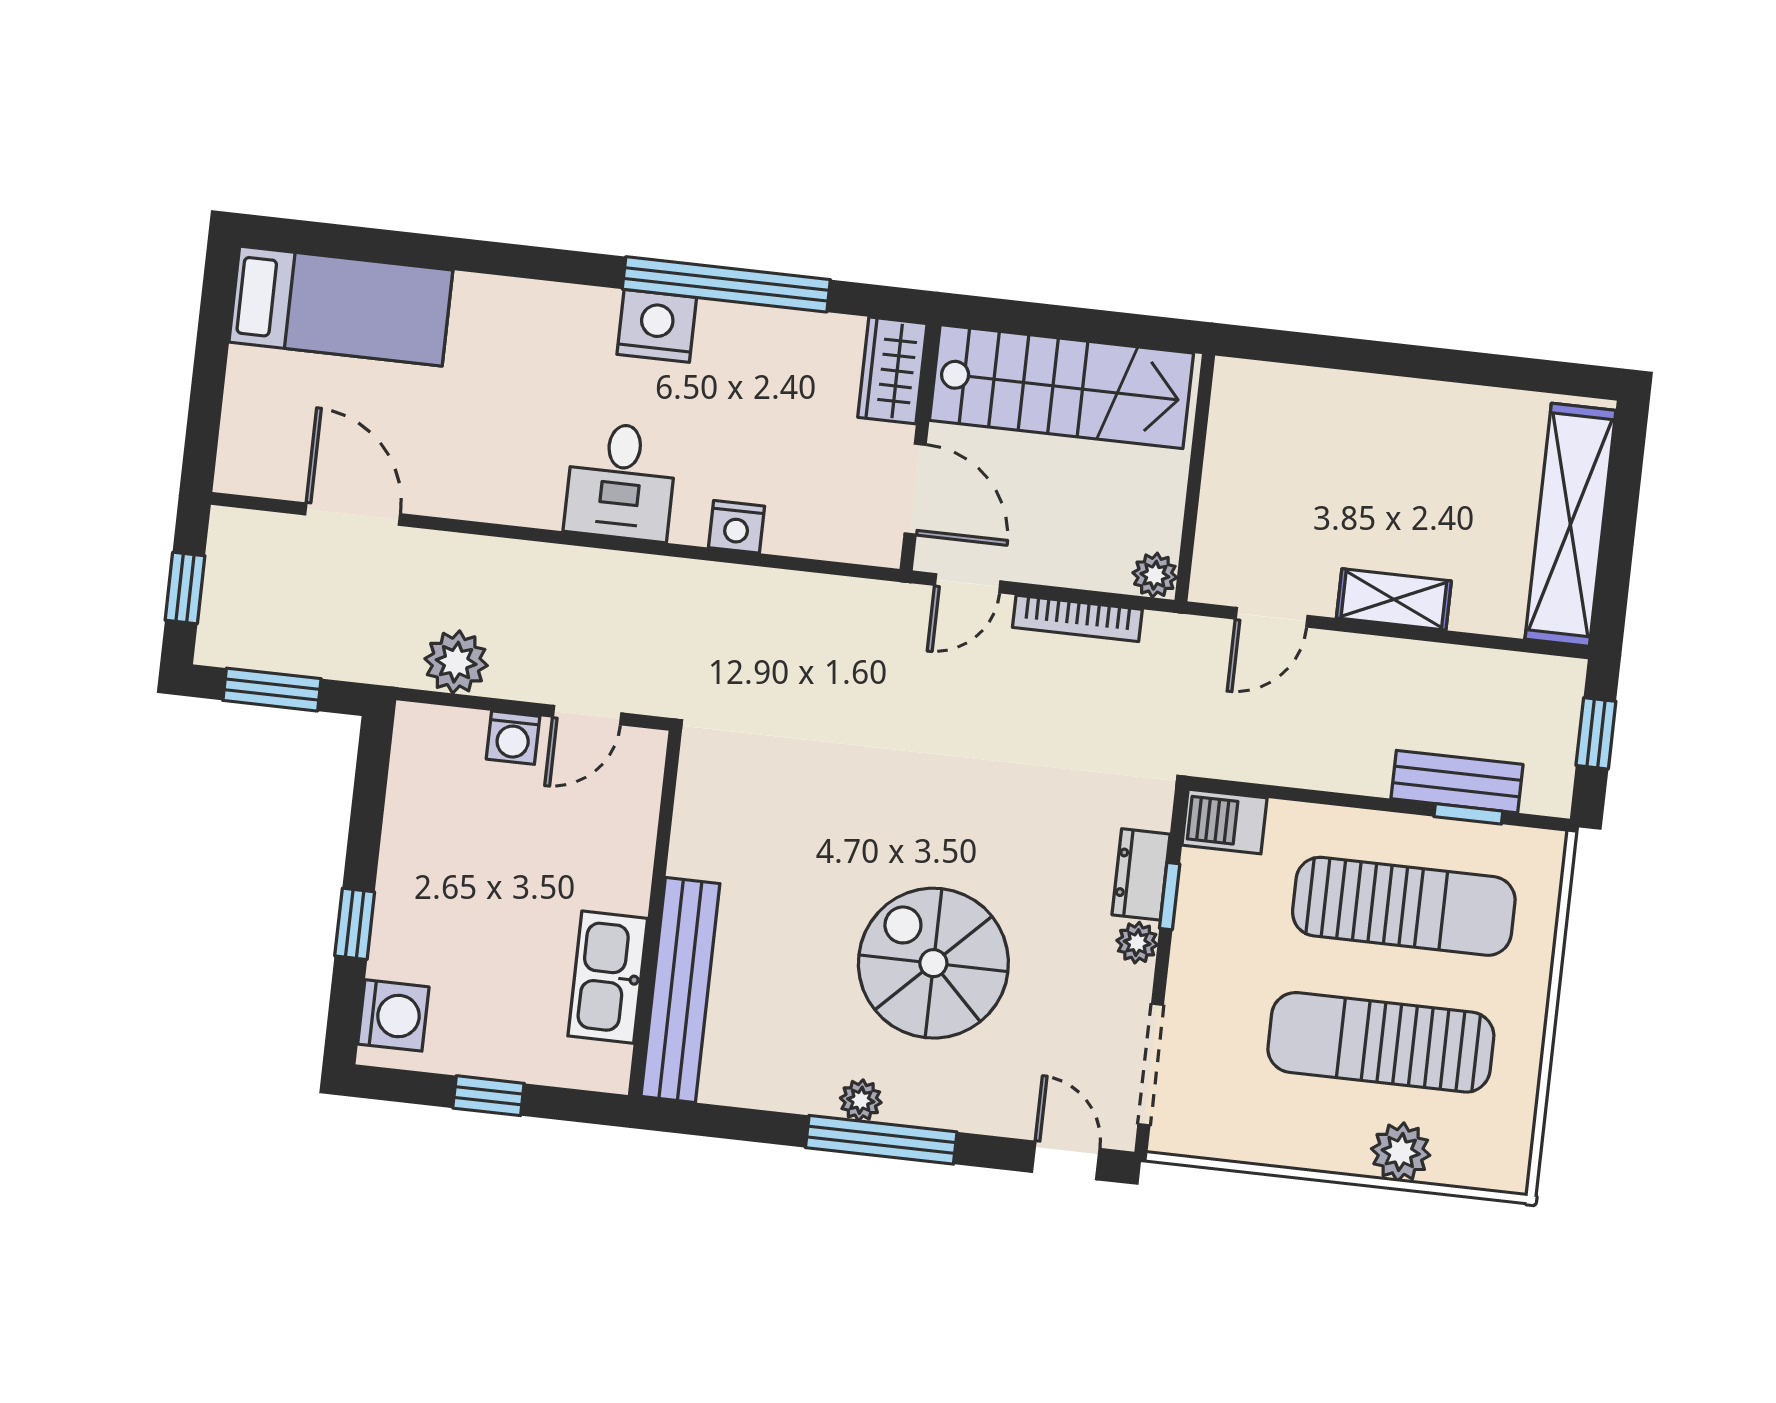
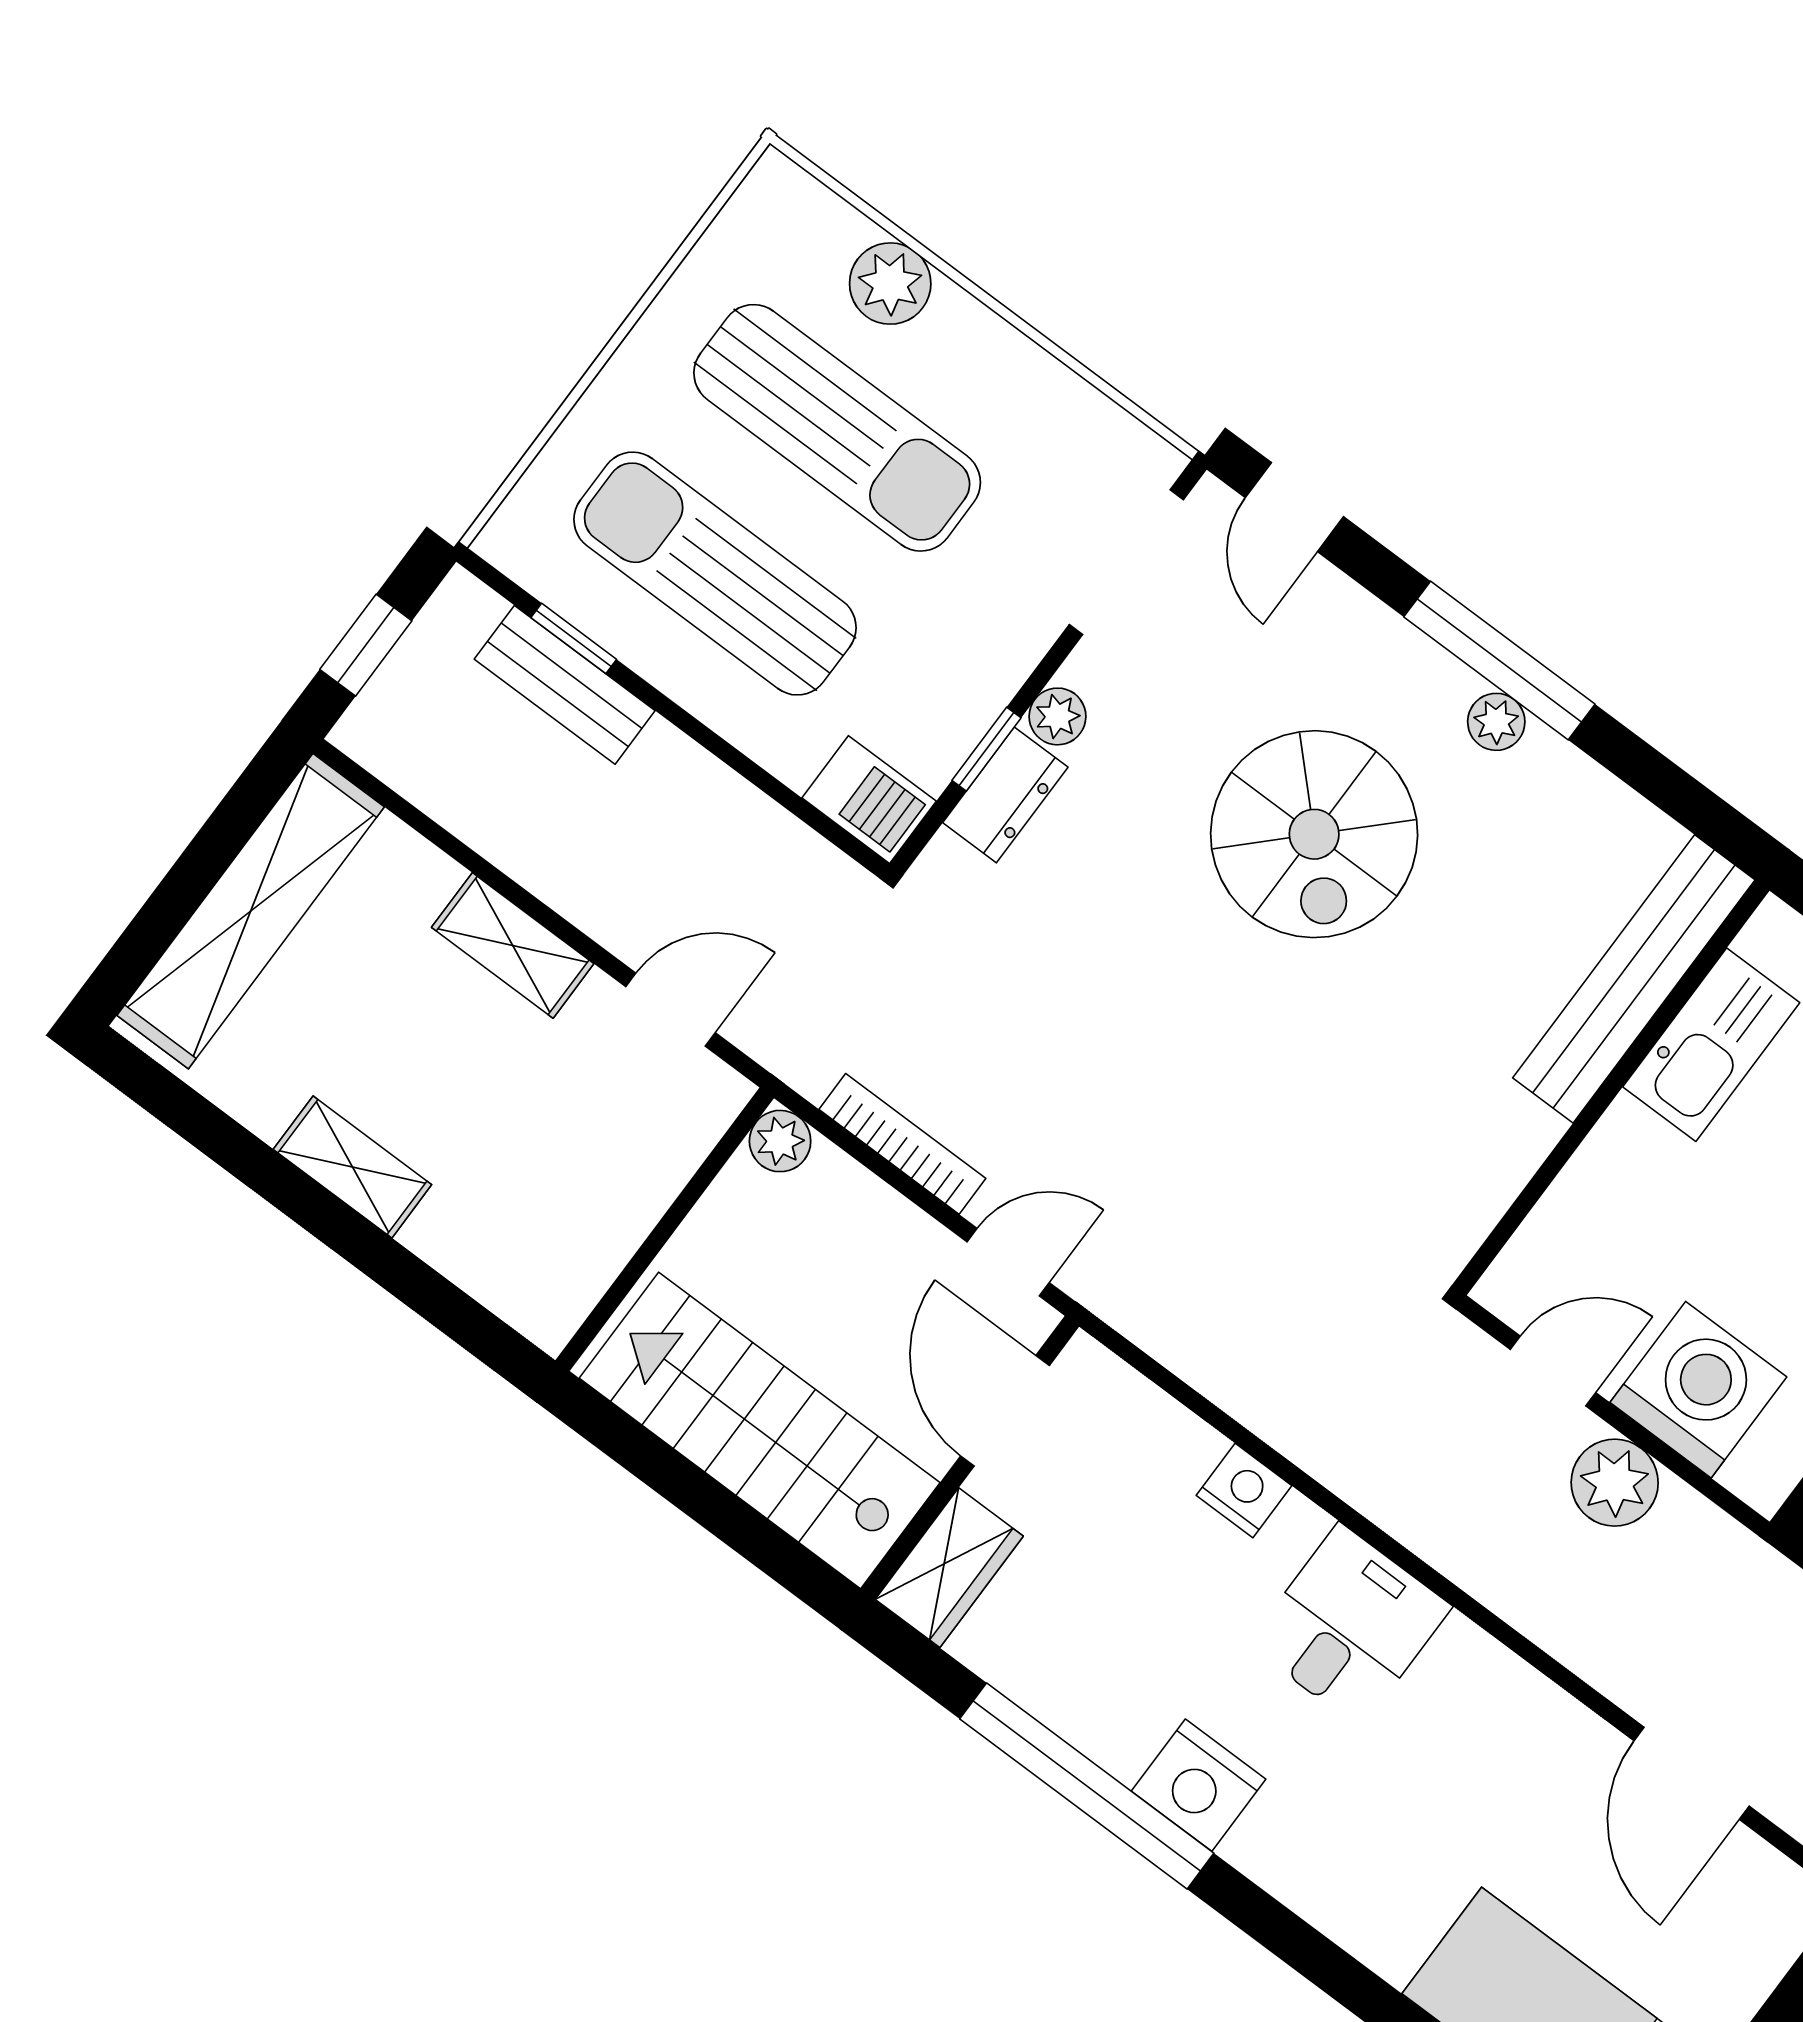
shelving: (1413, 402) -> (352, 1167), added
plant: (456, 662) -> (1615, 1483), moved
washing machine: (513, 738) -> (1698, 1390), width x1.89, depth x1.89

